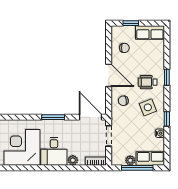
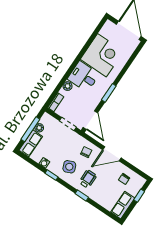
door: (90, 117) -> (90, 120), hinge flipped

